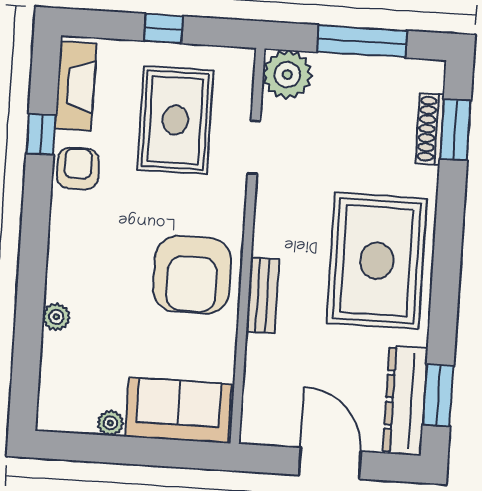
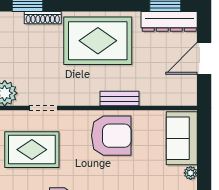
shoe rack: (430, 129) -> (43, 18), moved

